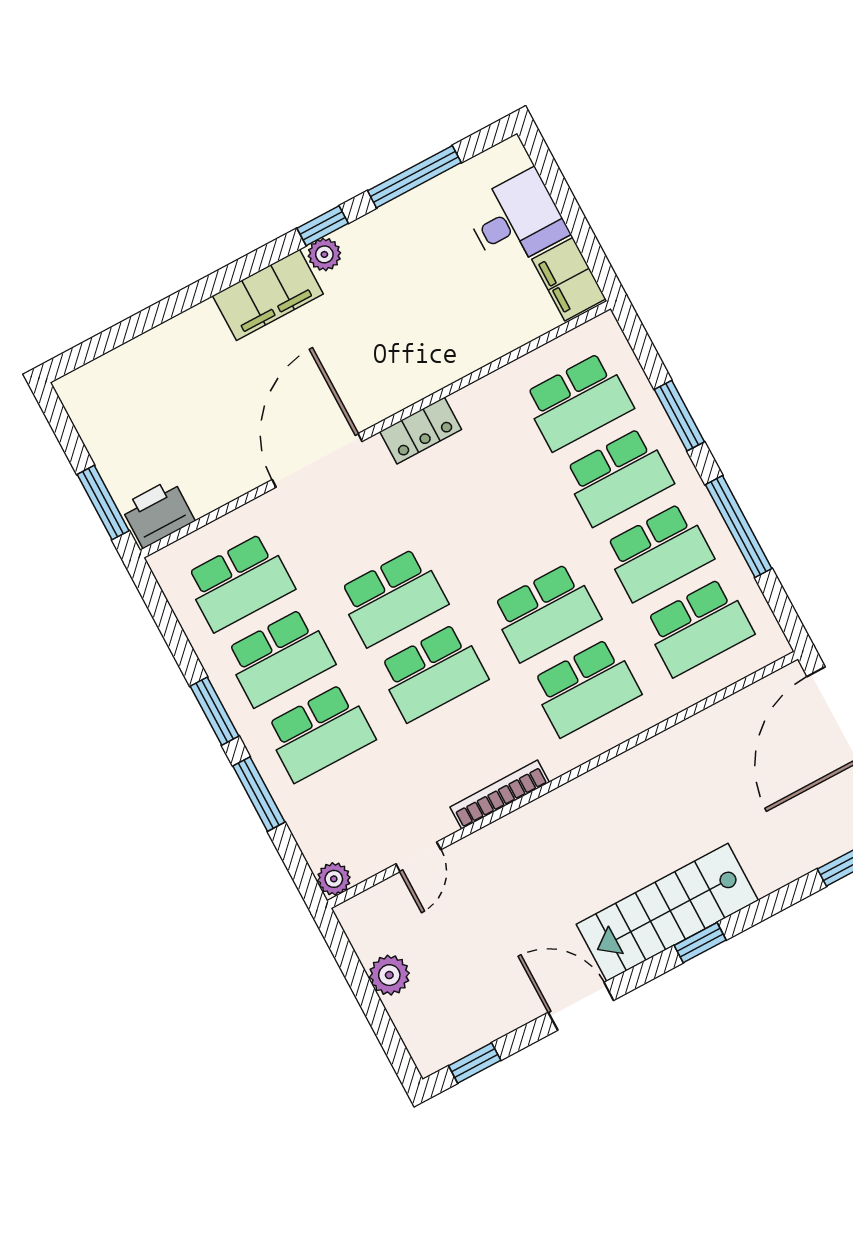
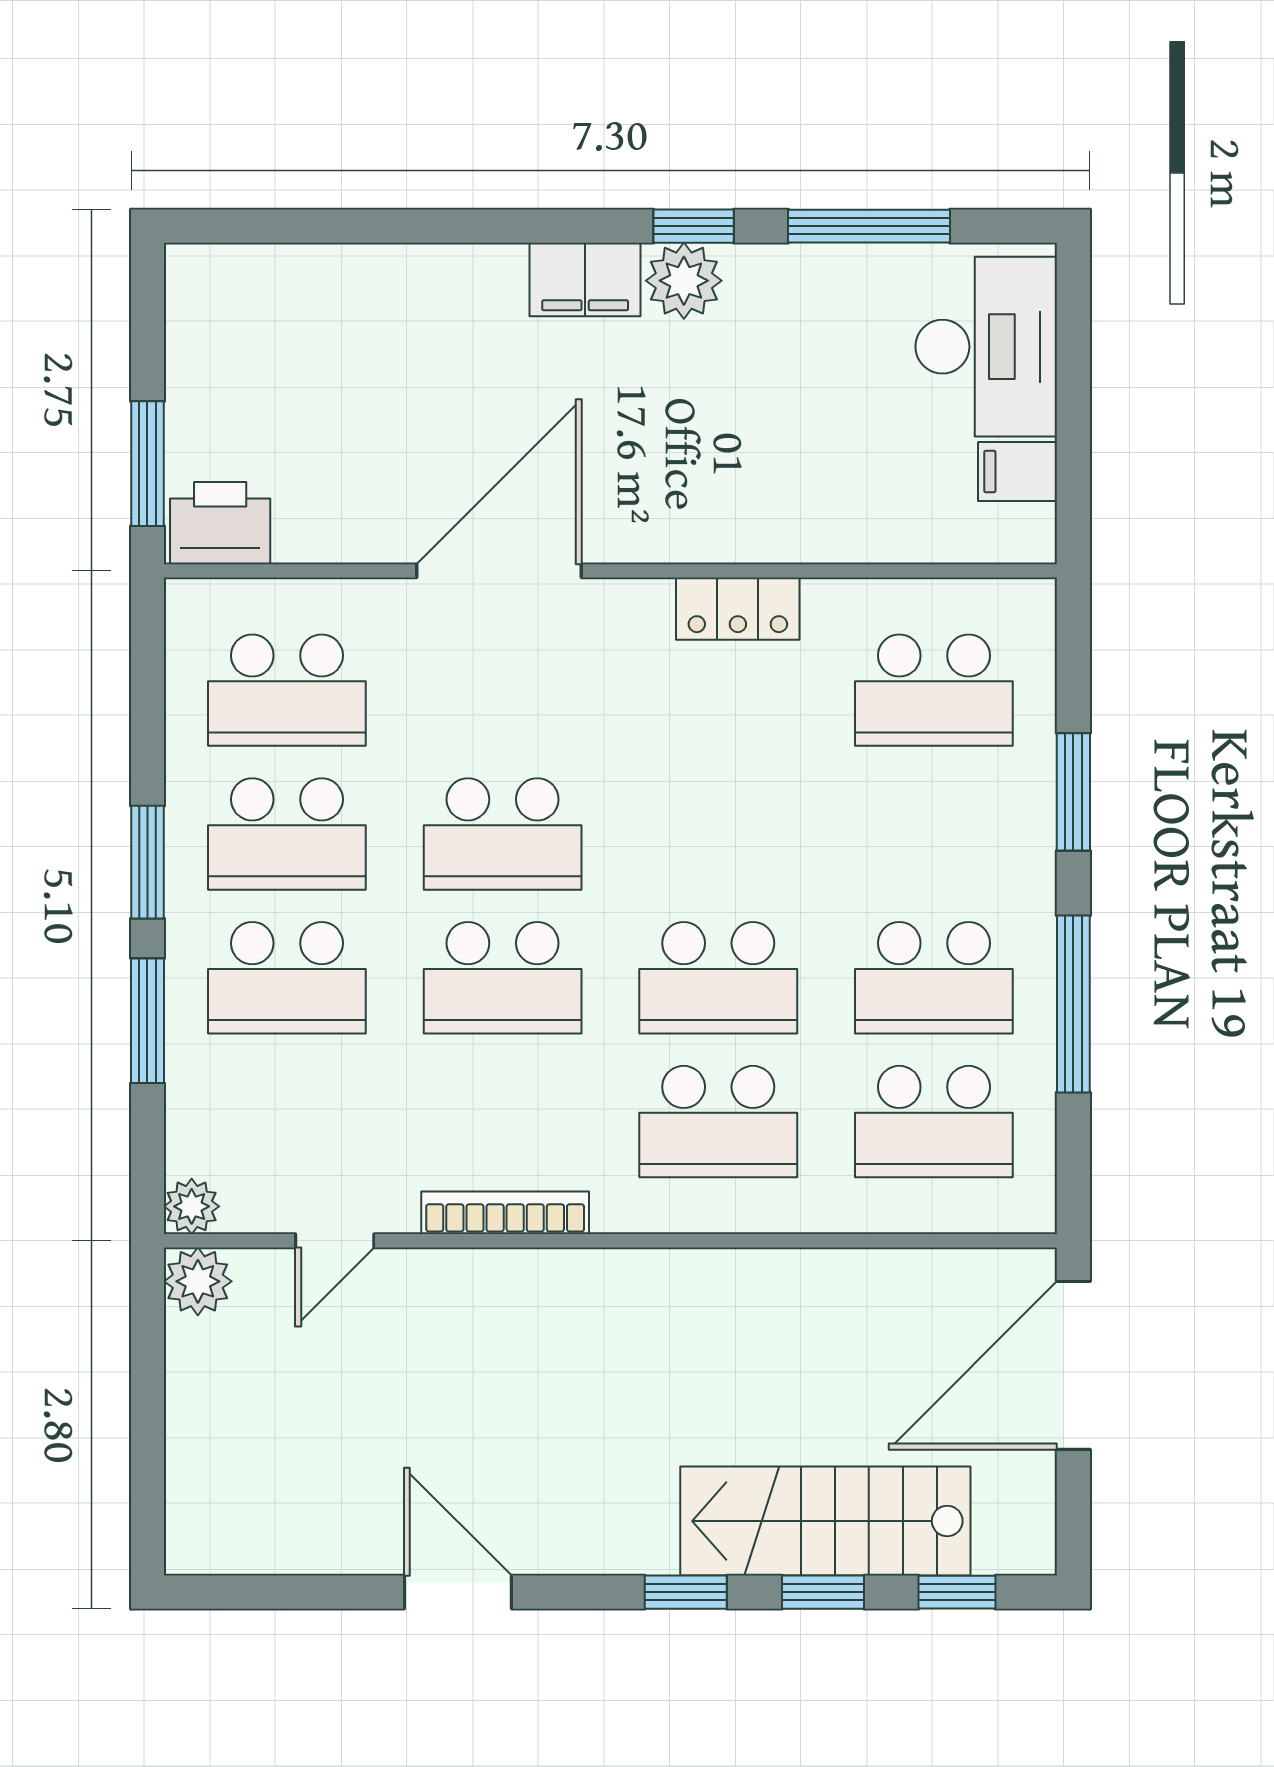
desk: (516, 220) -> (986, 347), width x1.37
plant: (324, 254) -> (684, 281), width x1.38, depth x1.38
filing cabinet: (569, 279) -> (1018, 471), width x0.50
filing cabinet: (268, 295) -> (585, 279), width x0.67, depth x0.86
locker: (421, 431) -> (738, 609), moved
school desk: (618, 477) -> (934, 834), removed
stairs: (667, 912) -> (825, 1521), moved
plant: (389, 975) -> (198, 1281), moved
window: (475, 1063) -> (823, 1592), moved

